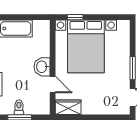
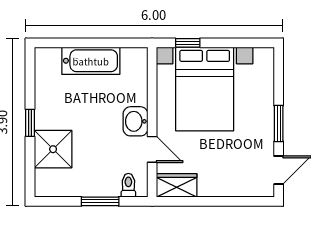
toilet: (19, 107) -> (128, 185), moved

